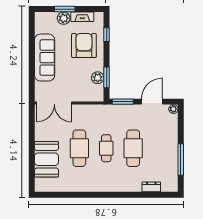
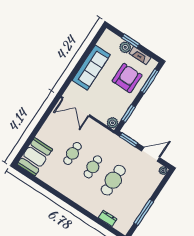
window: (107, 35) -> (150, 81), width x2.17
plant: (98, 78) -> (112, 123), moved
cafe table: (79, 148) -> (72, 153), width x0.73, depth x0.74
booth: (46, 159) -> (35, 157), moved

